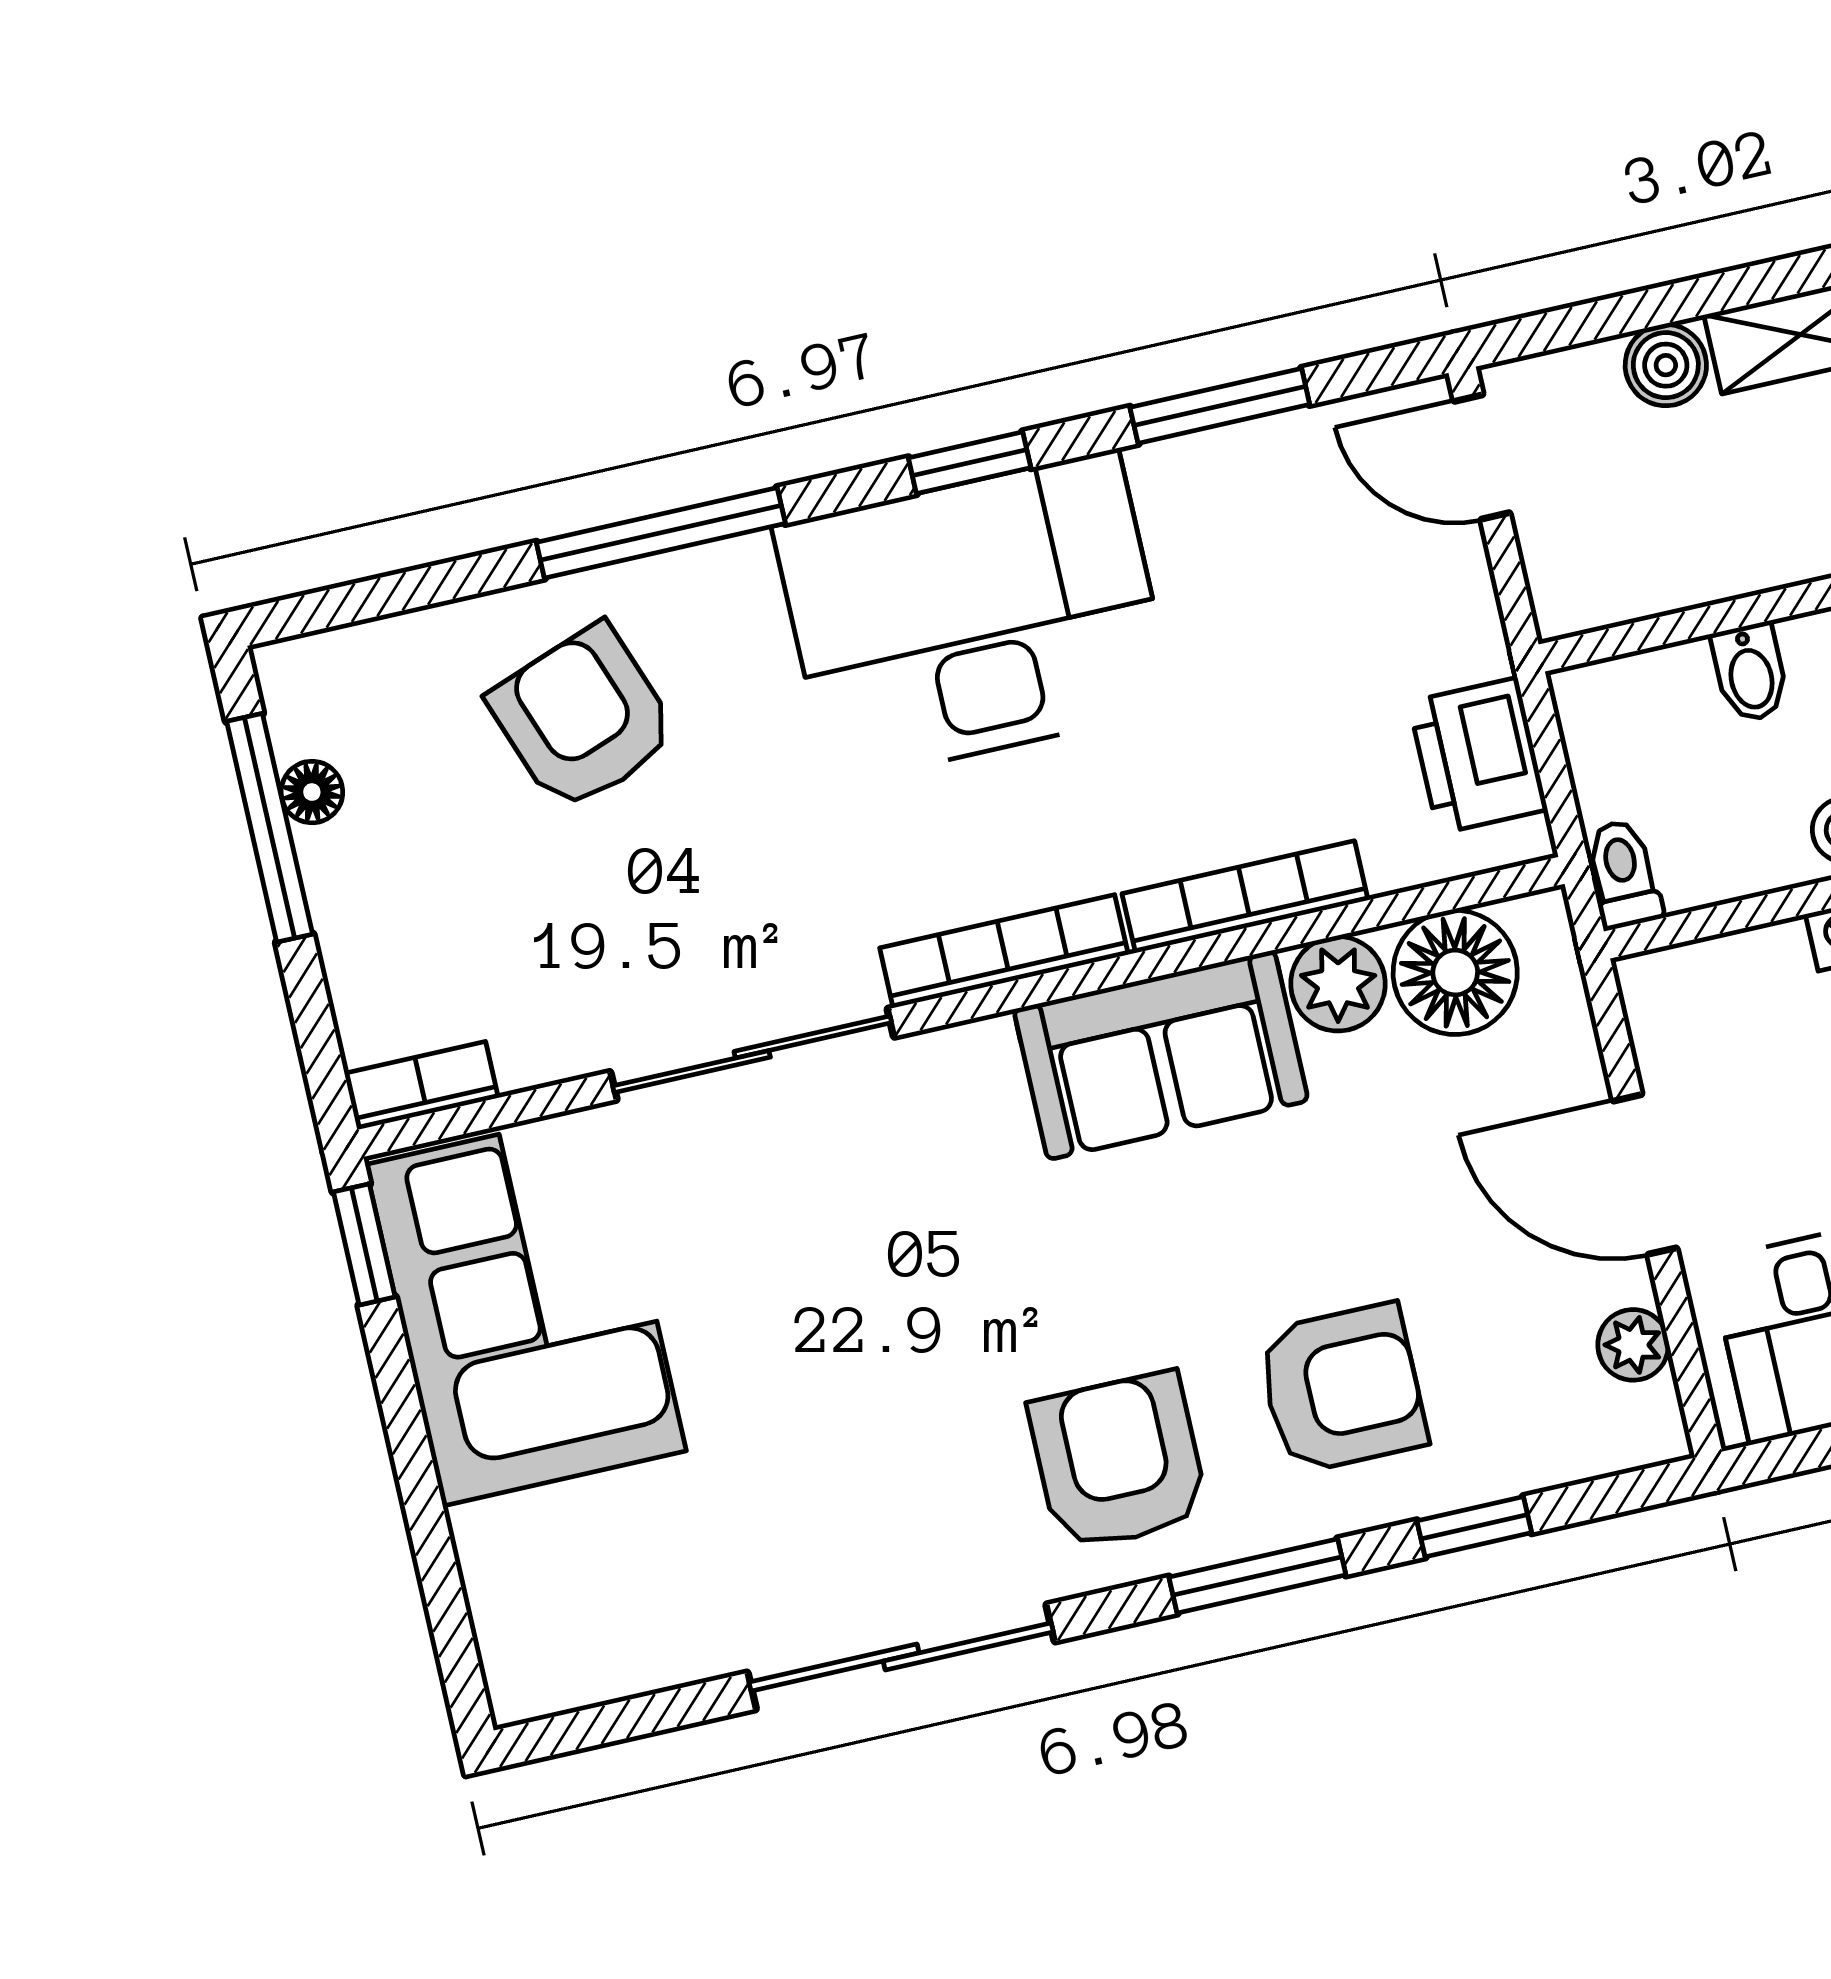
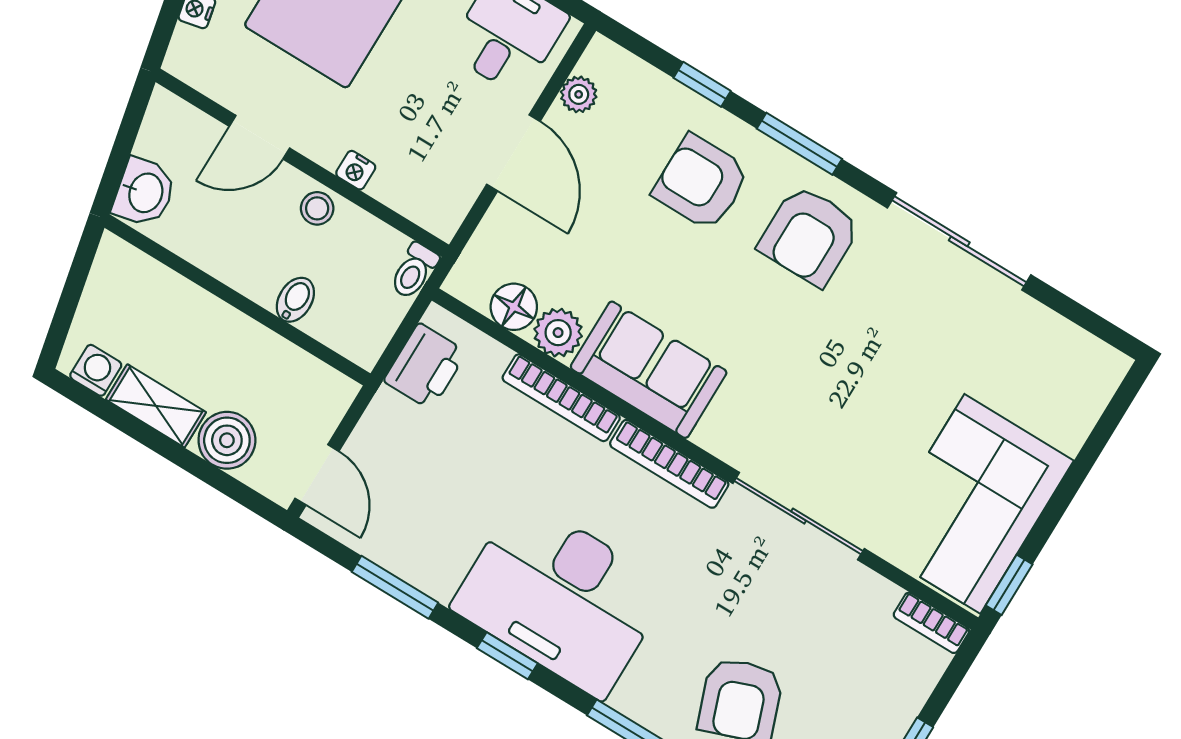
boiler: (1666, 365) -> (227, 440), width x1.36, depth x1.36
floor lamp: (1455, 972) -> (514, 307), width x0.73, depth x0.73

